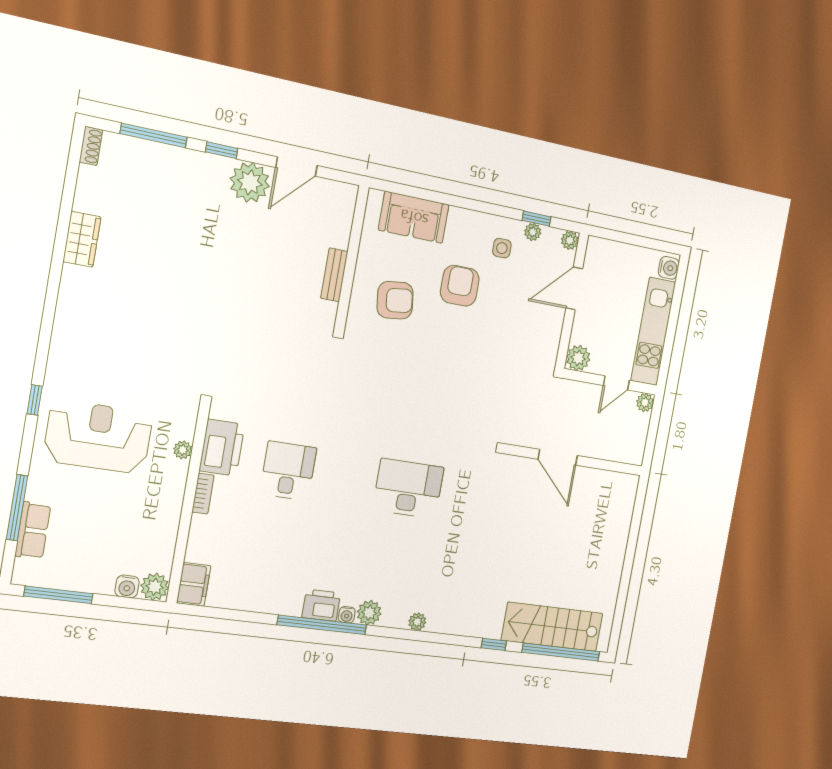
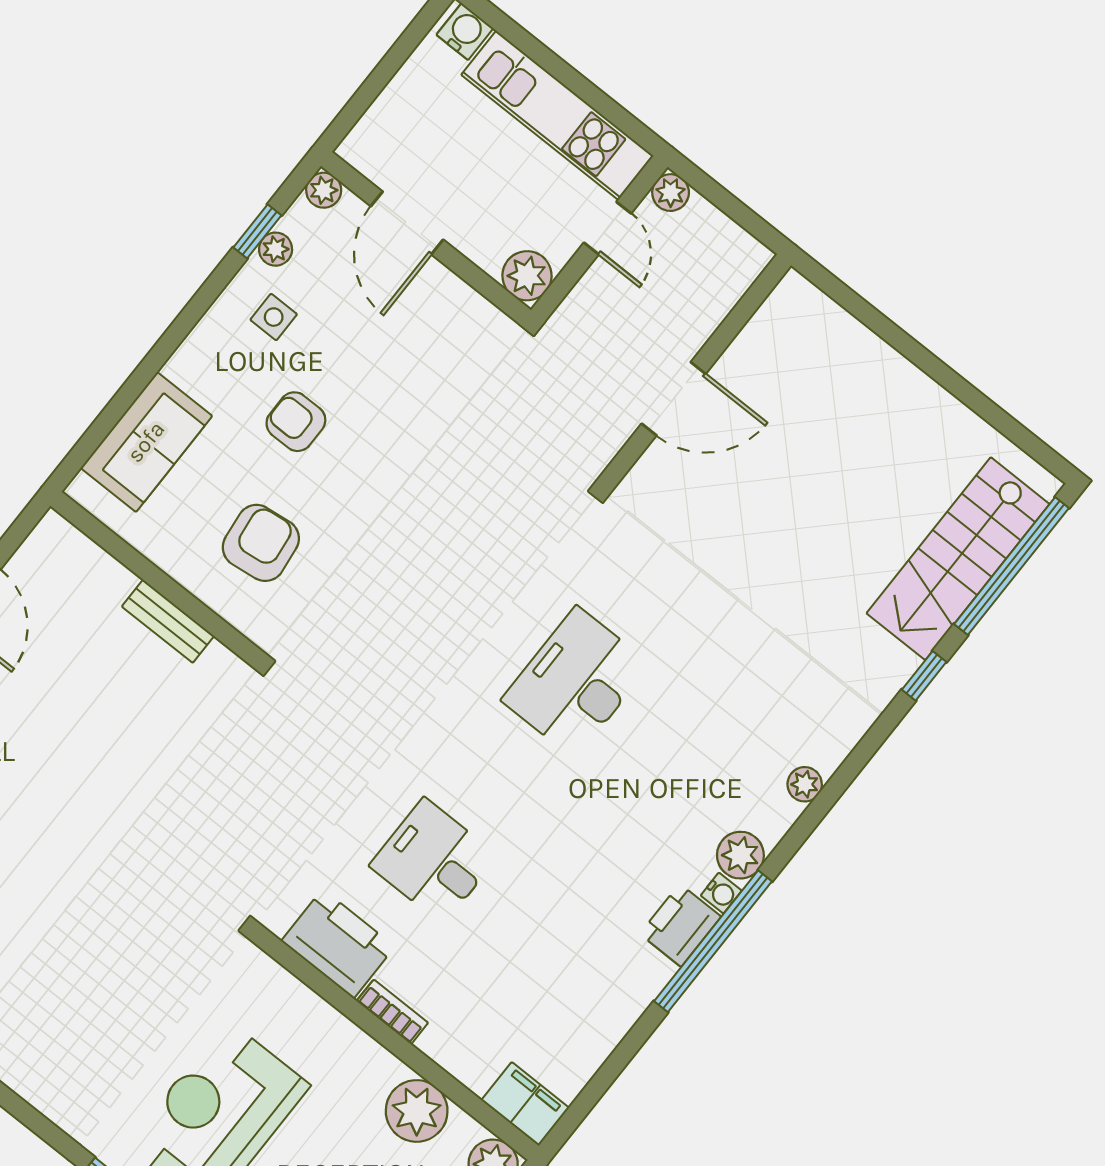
armchair: (460, 286) -> (296, 422), width x0.72, depth x0.72
plant: (183, 450) -> (417, 1111), moved, width x1.87, depth x1.87

